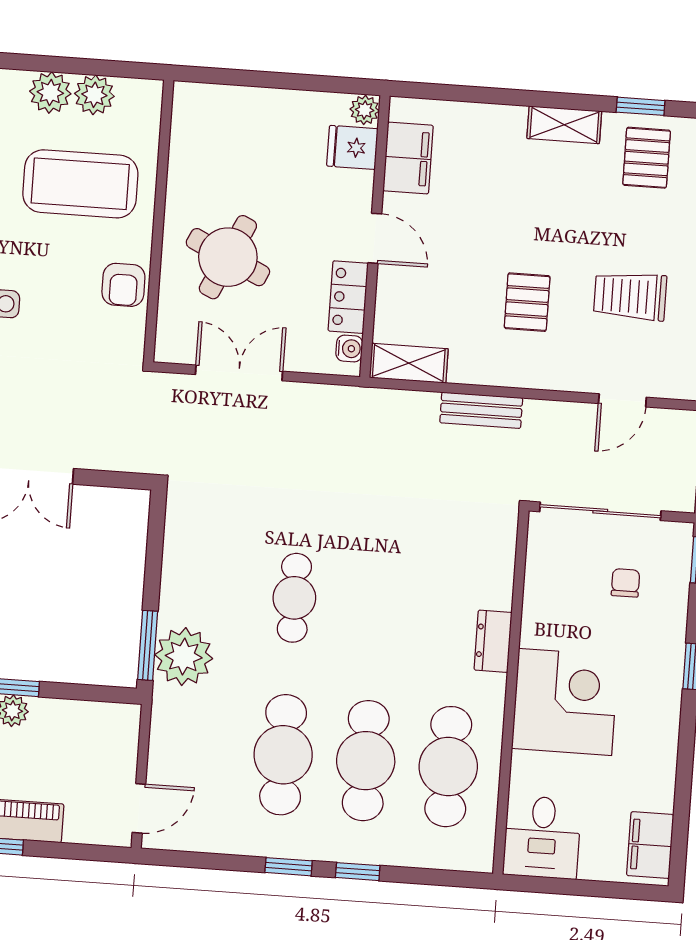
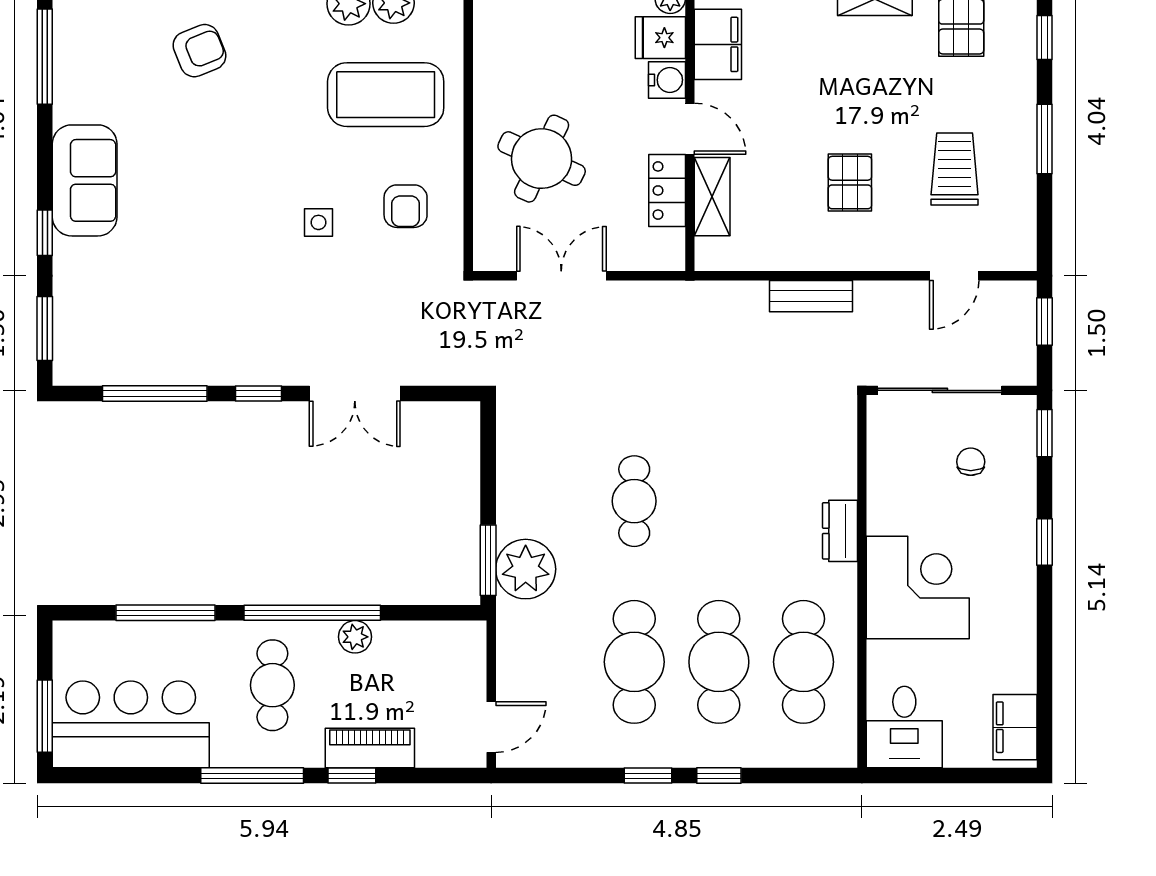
armchair: (123, 285) -> (406, 206), moved
trolley: (630, 296) -> (955, 169), turned 90
water cooler: (349, 349) -> (667, 80), moved, width x1.38, depth x1.38
shelving: (409, 363) -> (712, 197), moved, turned 90

